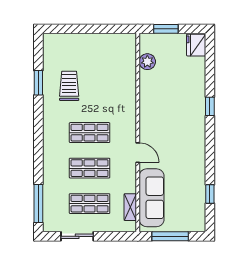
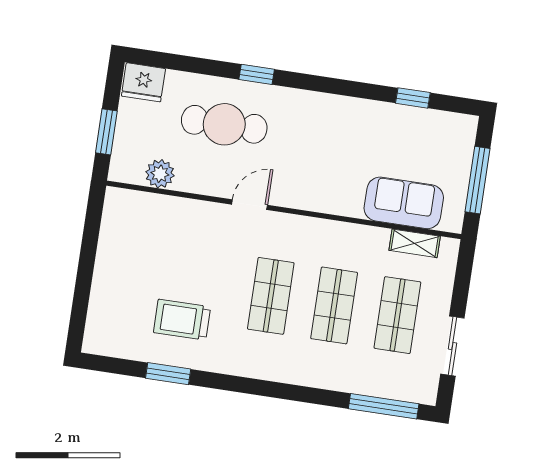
cafe table: (180, 93) -> (224, 124), added
door: (138, 153) -> (250, 205), moved
sofa: (152, 198) -> (404, 203), width x0.73

